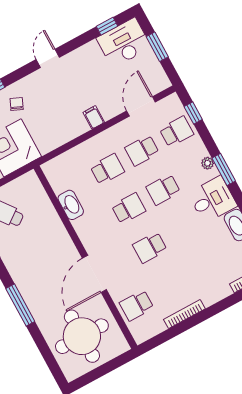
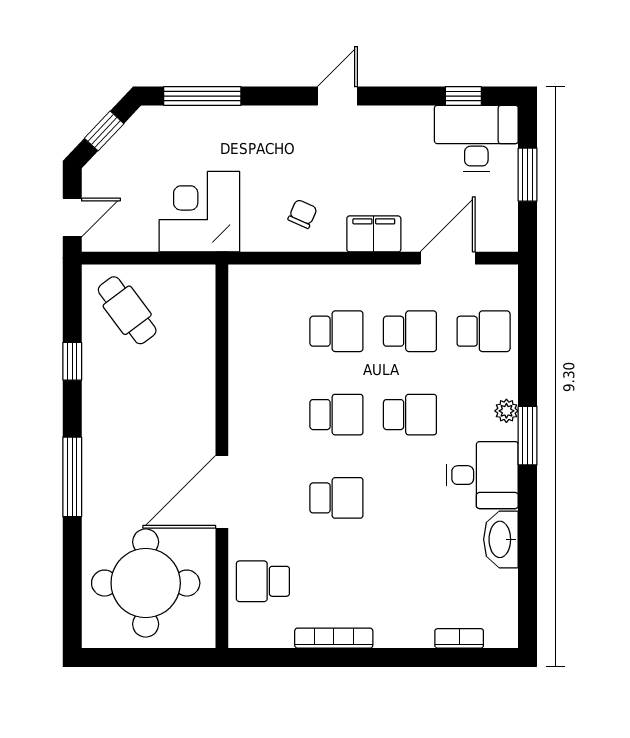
chair: (17, 104) -> (302, 214), moved
window: (193, 113) -> (528, 316), removed
filing cabinet: (94, 117) -> (374, 234), width x2.00
school desk: (142, 150) -> (410, 331), turned 180
school desk: (163, 190) -> (410, 415), turned 180
washbasin: (71, 205) -> (244, 357), removed
school desk: (150, 247) -> (336, 498), turned 180

